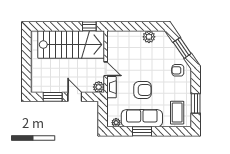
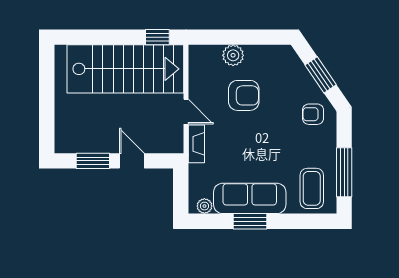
plant: (149, 37) -> (233, 55), moved
plant: (99, 87) -> (174, 144), removed
armchair: (143, 90) -> (244, 95), moved
window: (196, 103) -> (344, 172), width x1.44

